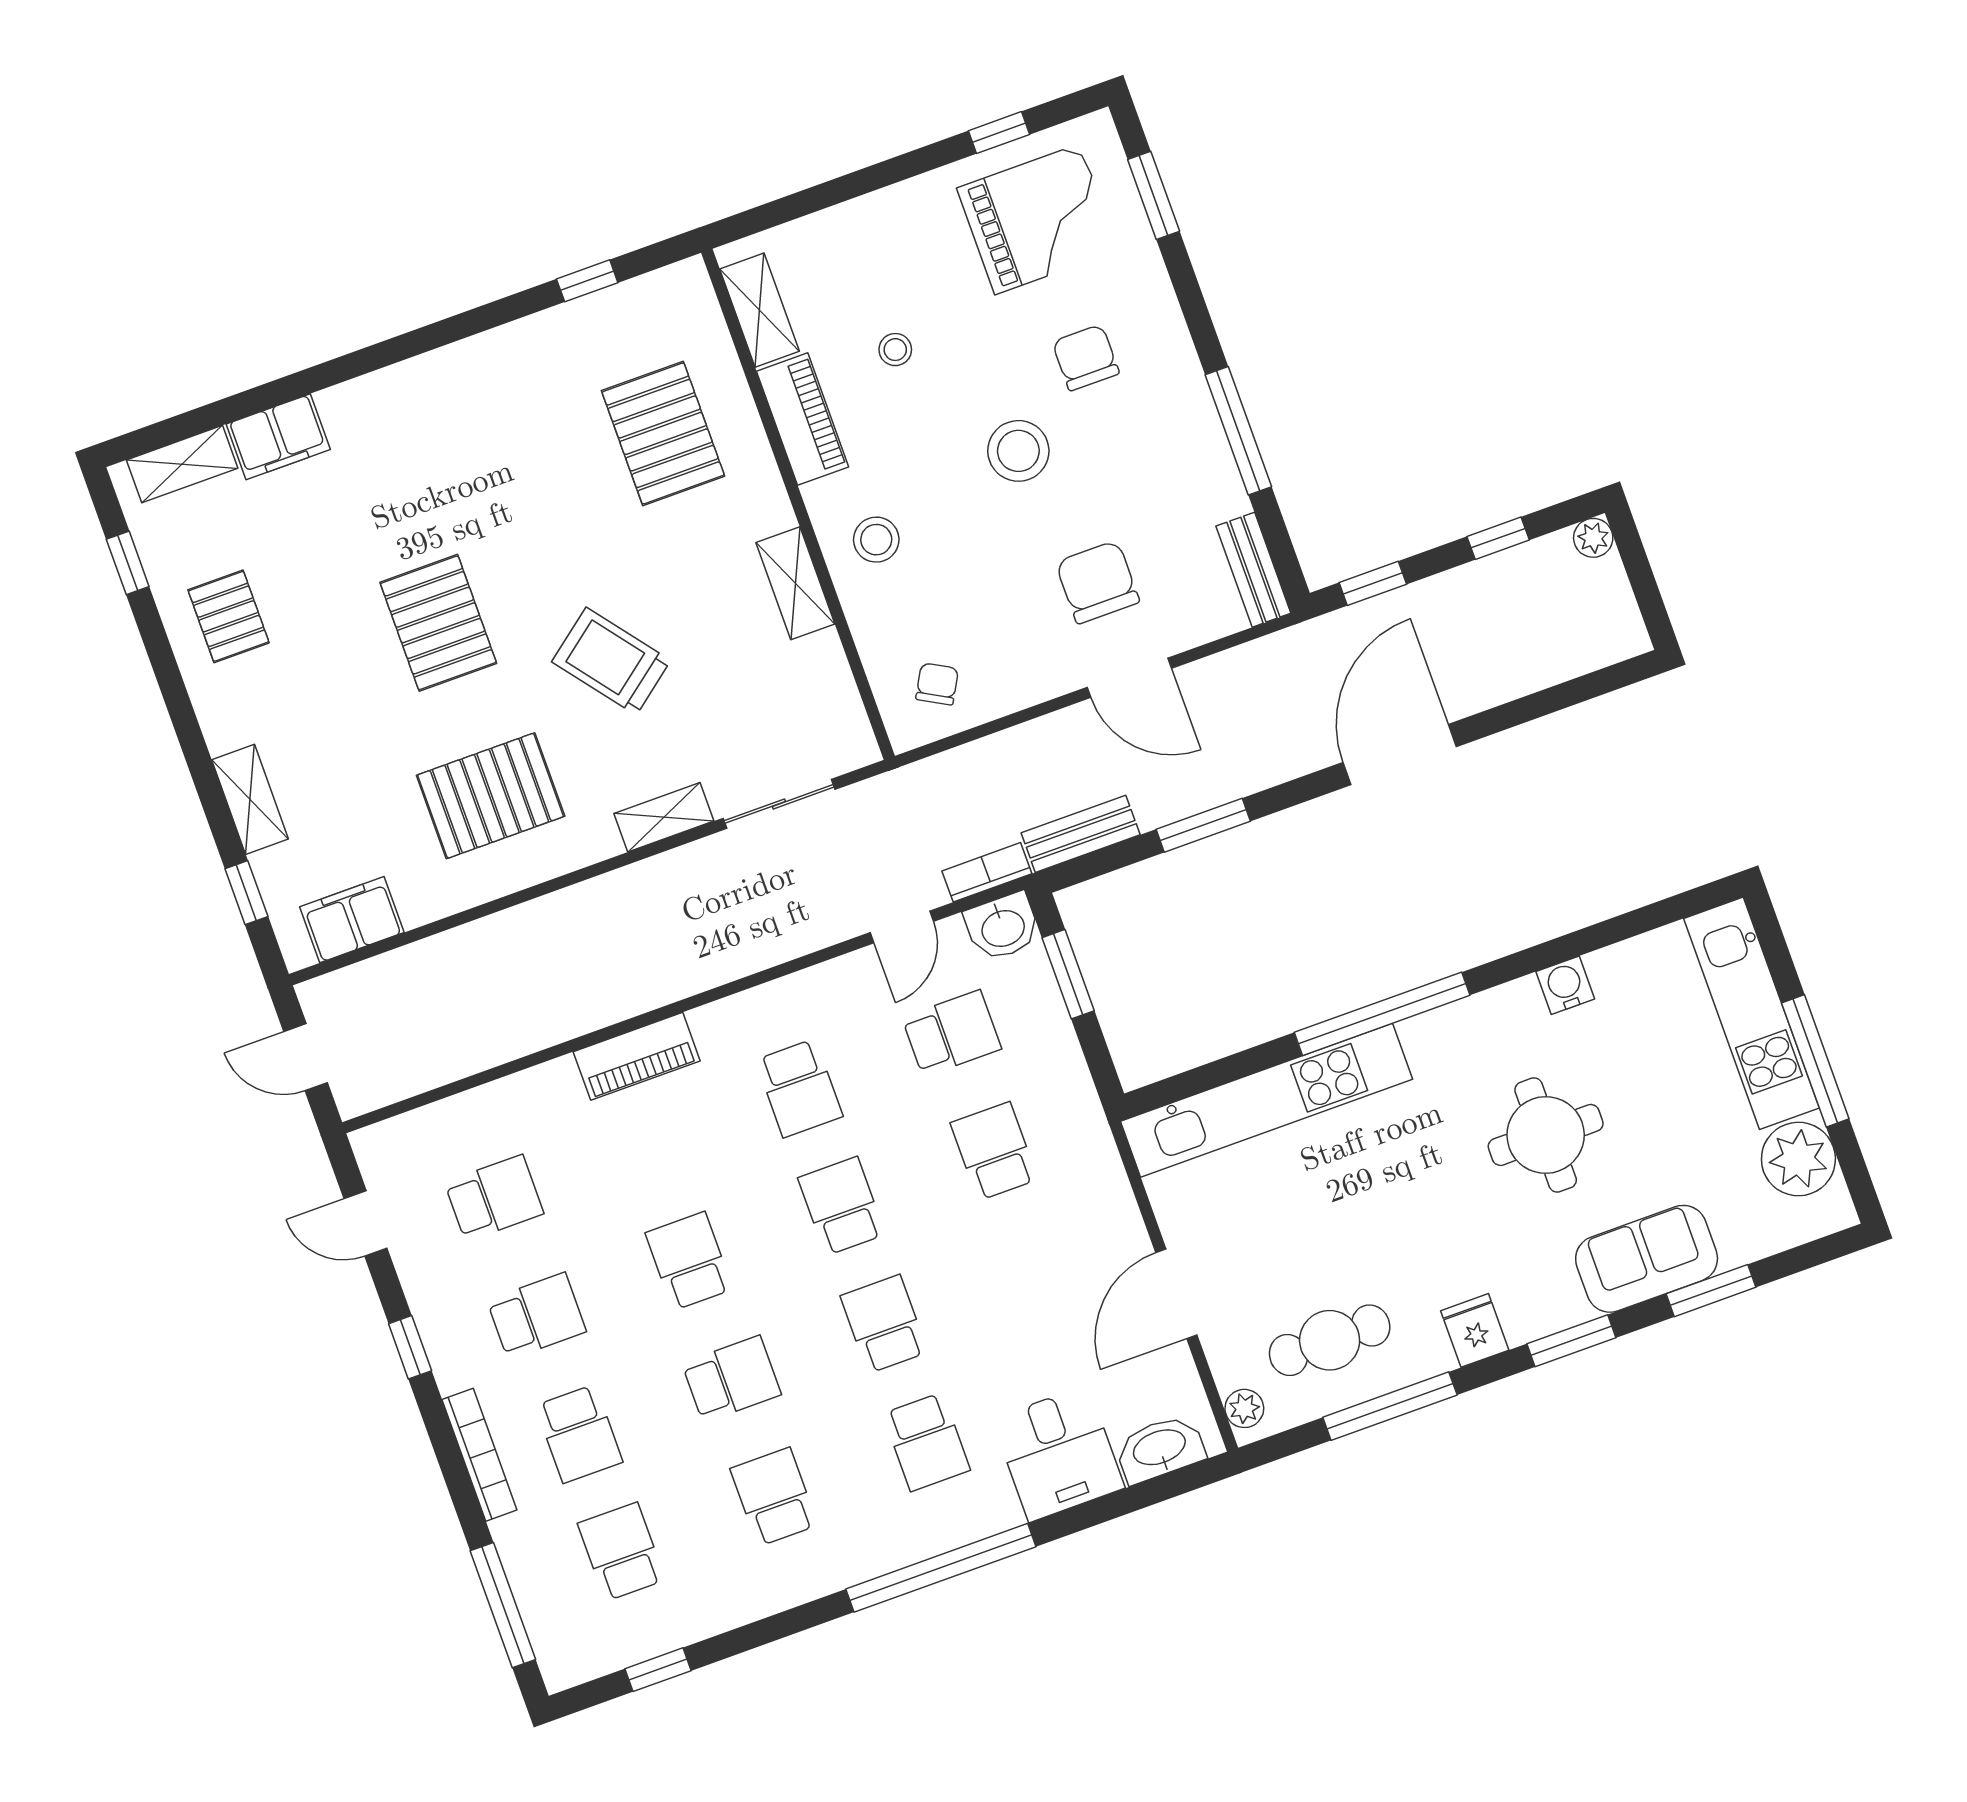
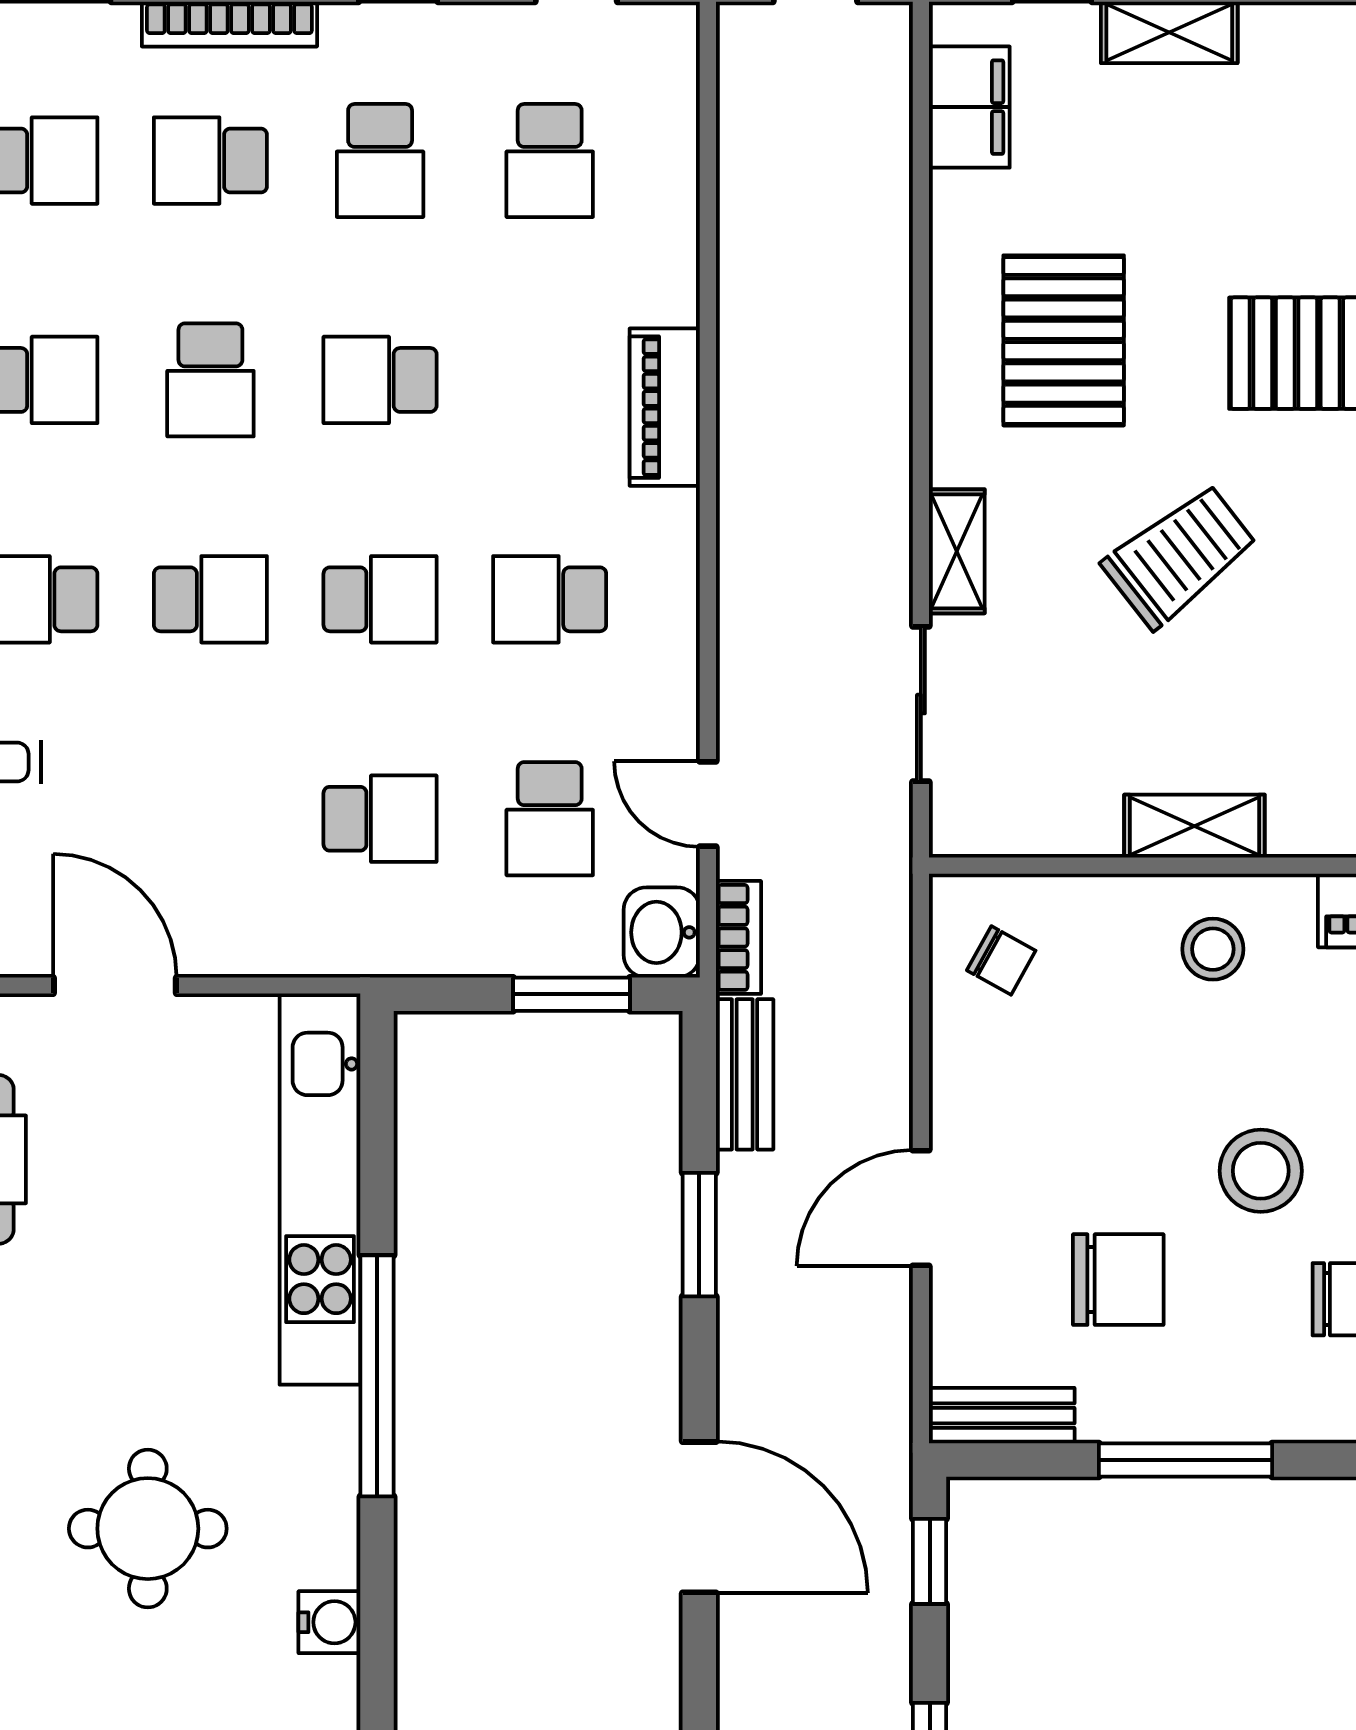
chair: (1098, 582) -> (1118, 1280), moved
school desk: (689, 1261) -> (380, 380), turned 180

